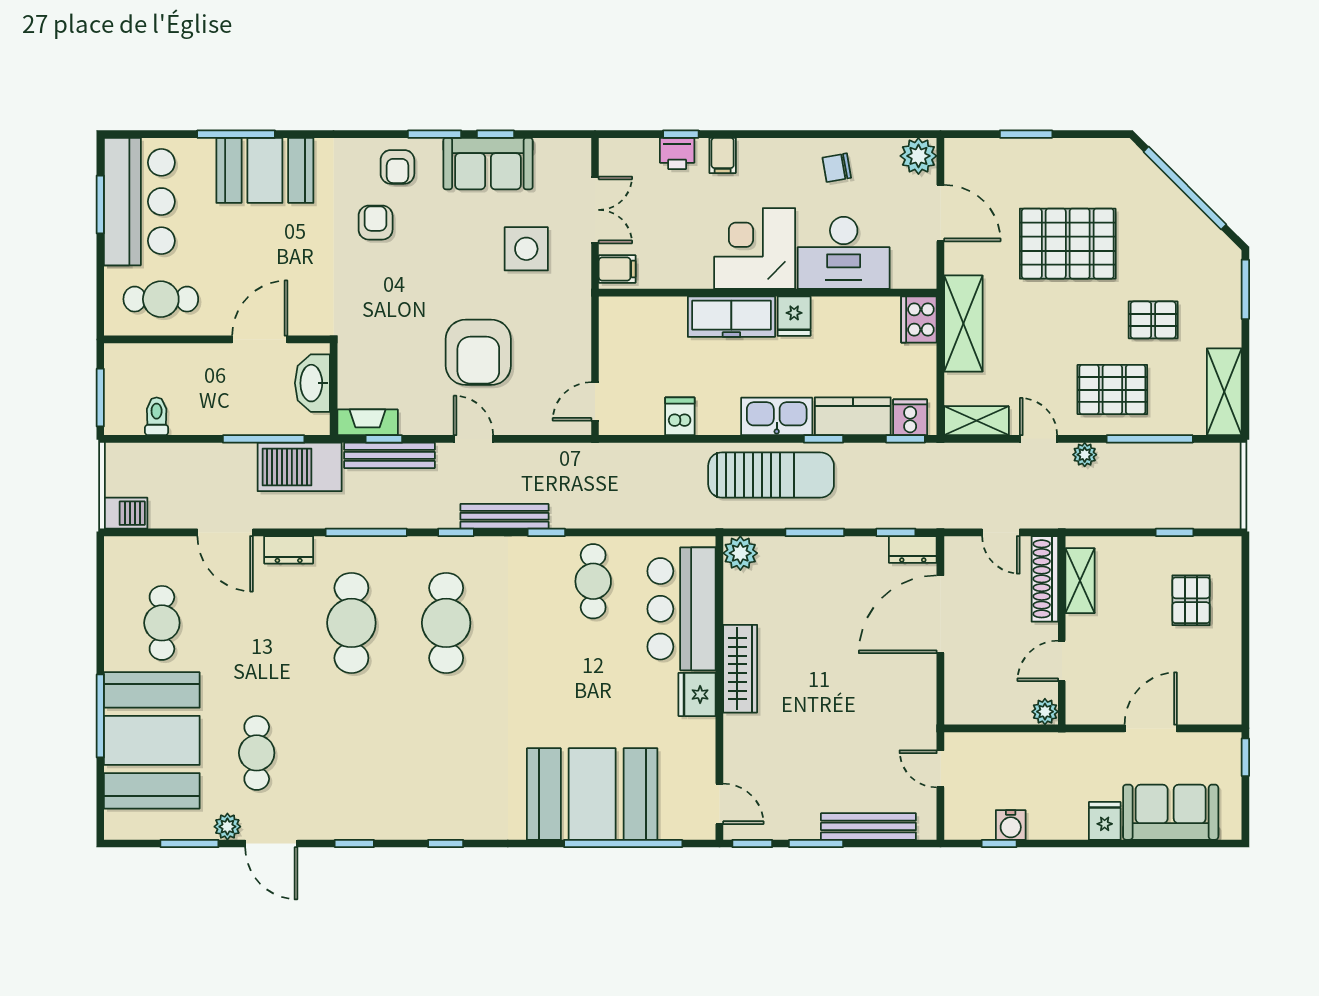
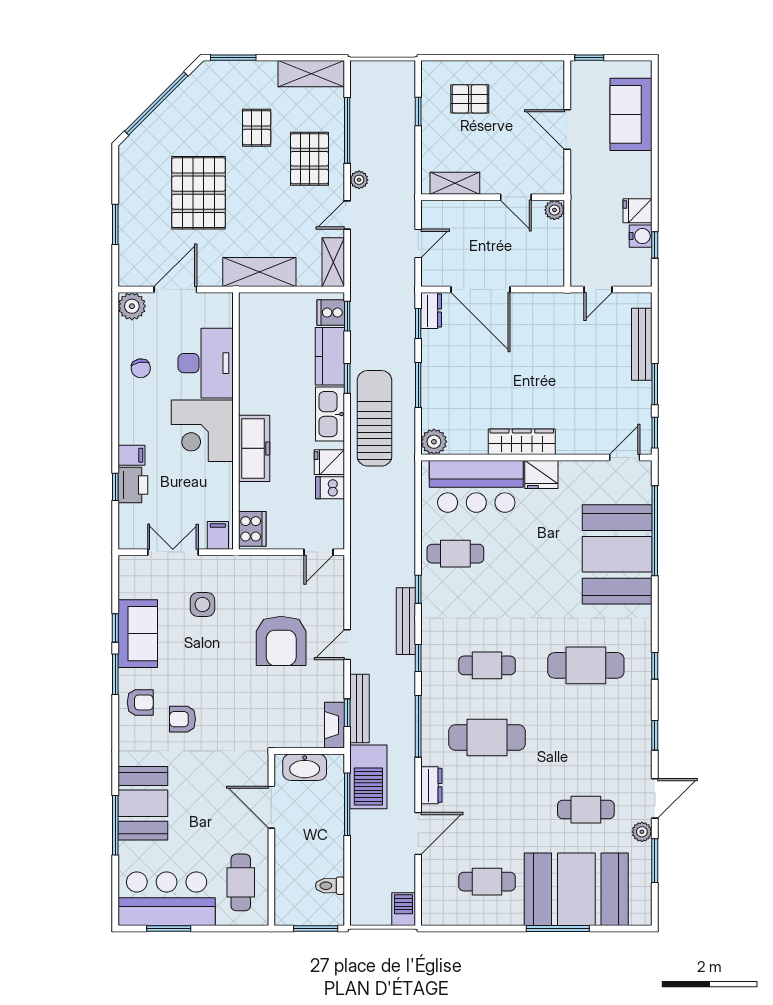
printer: (677, 153) -> (133, 485), width x1.36, depth x1.24
side table: (526, 249) -> (202, 604), width x0.73, depth x0.73
fridge: (794, 316) -> (329, 462), moved, turned 180
cooker: (919, 319) -> (252, 529), moved, turned -90
armchair: (478, 352) -> (281, 641), turned 90
door: (595, 401) -> (319, 552), hinge flipped
shoe rack: (1045, 579) -> (454, 210), removed
cafe table: (446, 623) -> (487, 665), width x0.73, depth x0.74
cafe table: (446, 753) -> (586, 665), added
fridge: (1105, 821) -> (638, 211), moved

